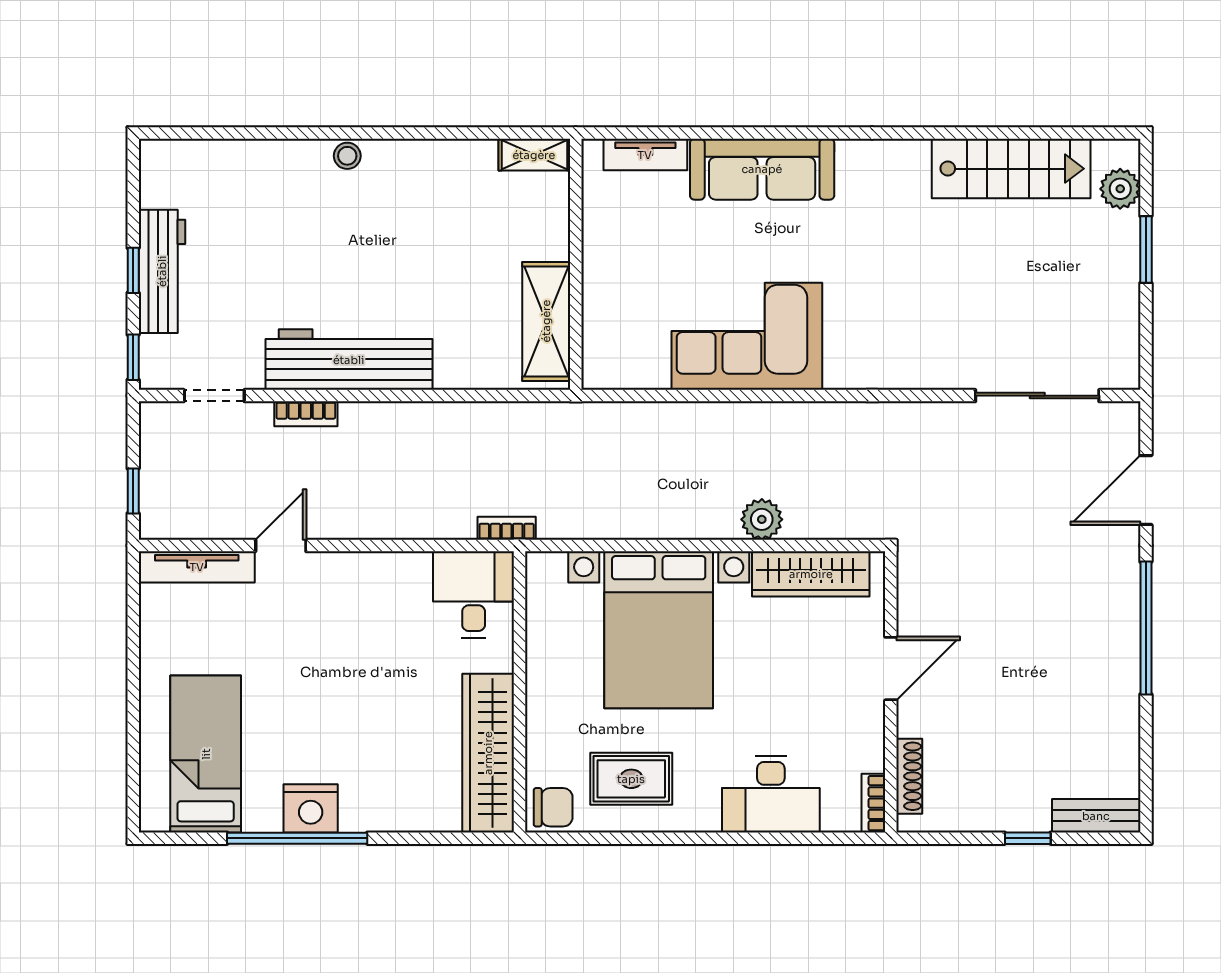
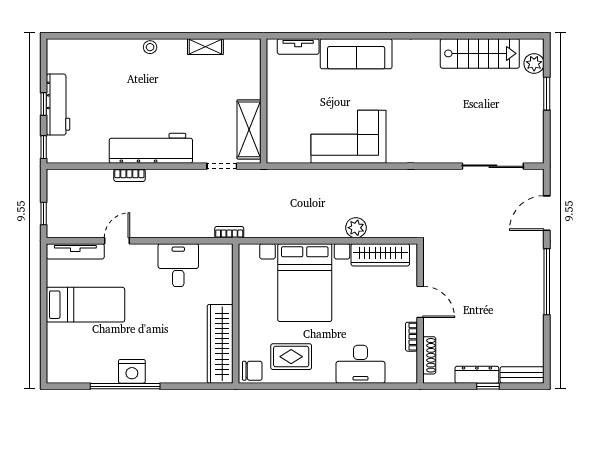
shelving: (534, 155) -> (205, 47), moved
doorway: (214, 396) -> (222, 166), moved
desk: (474, 595) -> (178, 265), moved
door: (891, 669) -> (420, 302), hinge flipped
bed: (206, 754) -> (85, 305), moved, turned 90
bookcase: (873, 803) -> (411, 337), moved
dresser: (1005, 815) -> (477, 375), added

